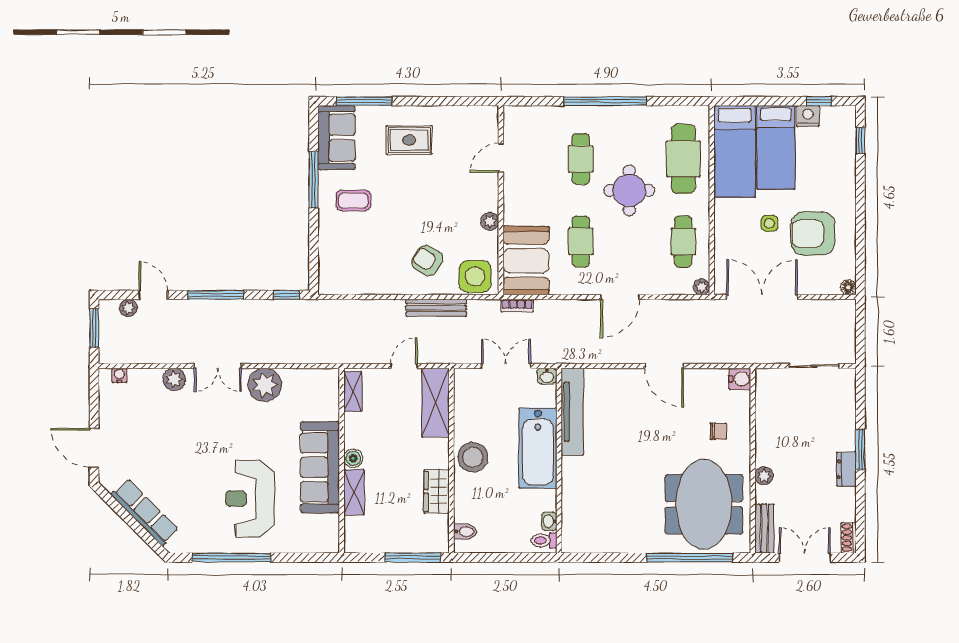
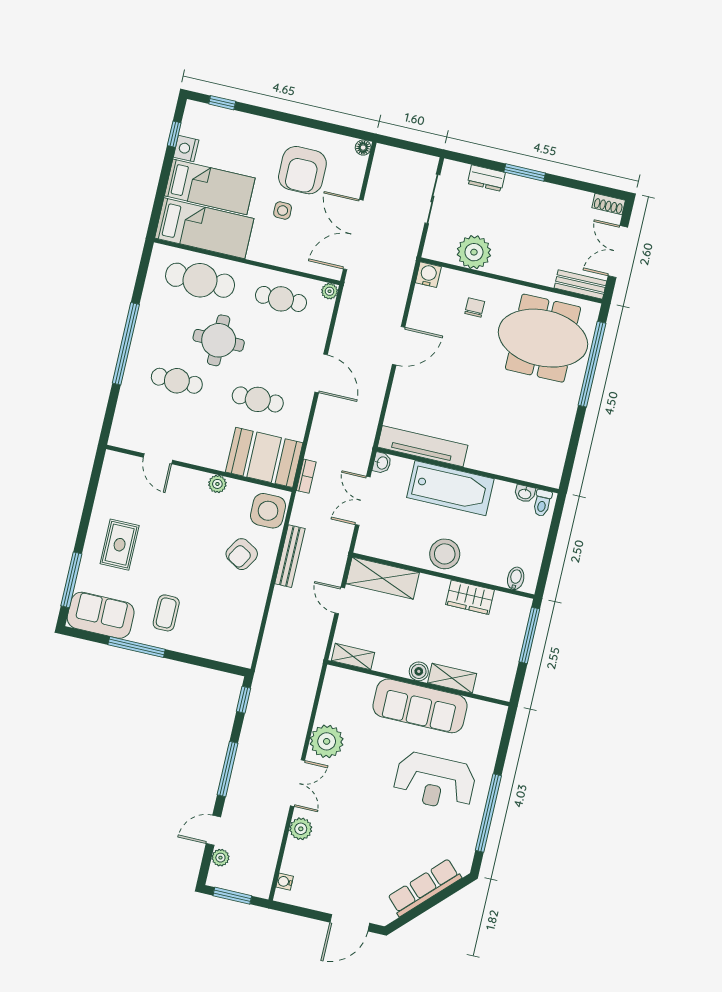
dresser: (846, 469) -> (486, 178), moved
plant: (764, 476) -> (474, 252), moved, width x1.87, depth x1.87

